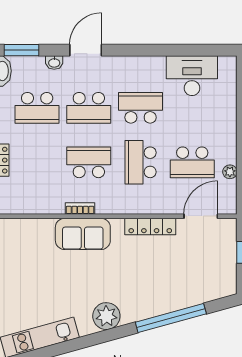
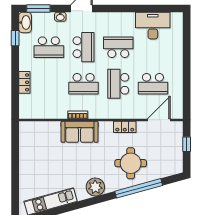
school desk: (89, 108) -> (84, 47), turned -90
school desk: (89, 162) -> (84, 84), turned 180
plant: (230, 172) -> (178, 90), removed
locker: (150, 226) -> (125, 127), width x0.66
round table: (159, 281) -> (131, 163), added

